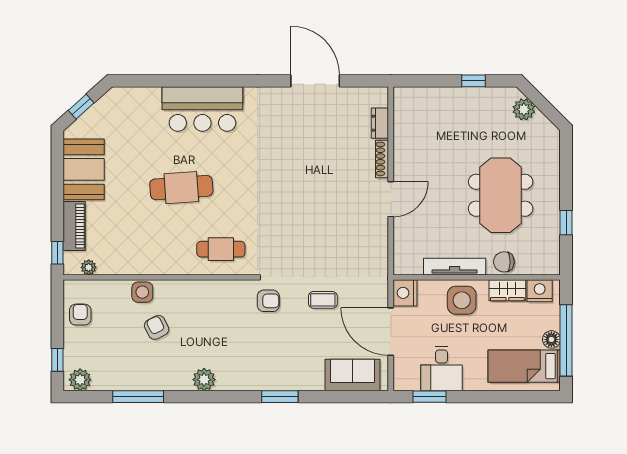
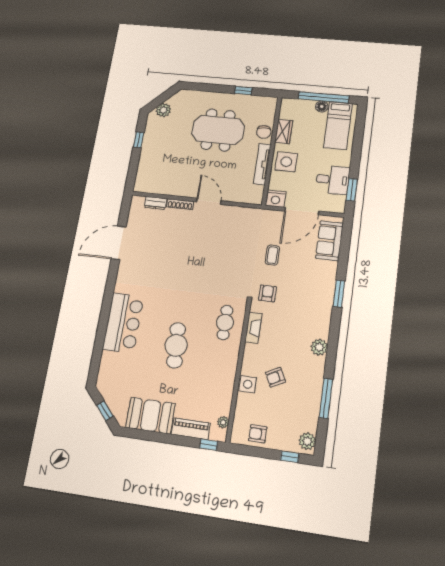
fireplace: (219, 289) -> (253, 328), added
nightstand: (540, 291) -> (287, 111), removed

